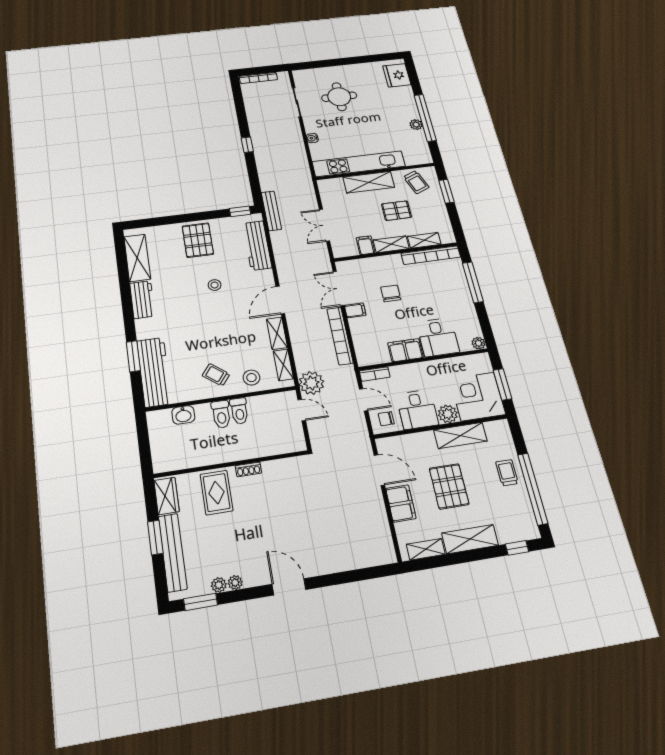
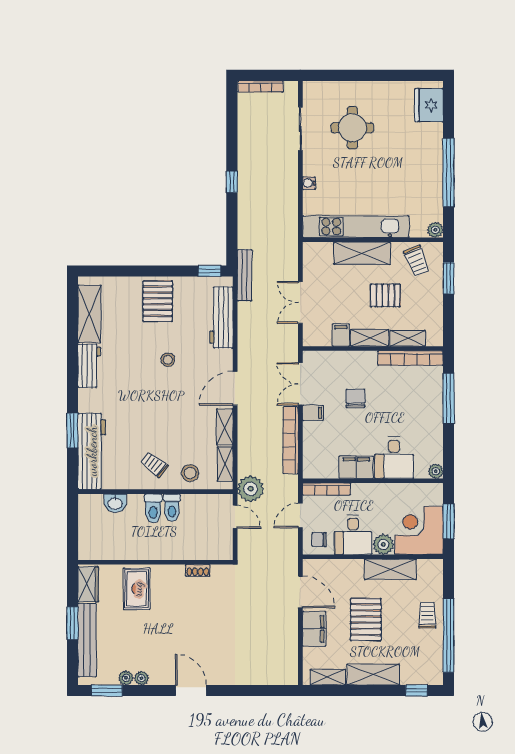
plant: (416, 125) -> (435, 230), moved
bookcase: (375, 374) -> (327, 489), width x1.56
door: (364, 400) -> (300, 516), swing flipped
shoe rack: (248, 469) -> (198, 570), moved

